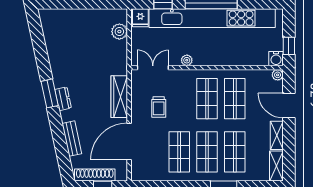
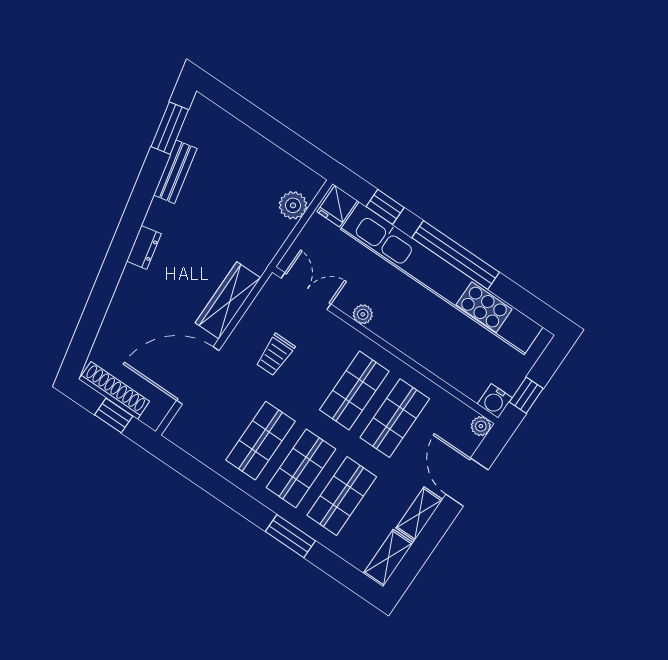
window: (50, 93) -> (170, 128), moved
bench: (72, 139) -> (175, 172), moved

